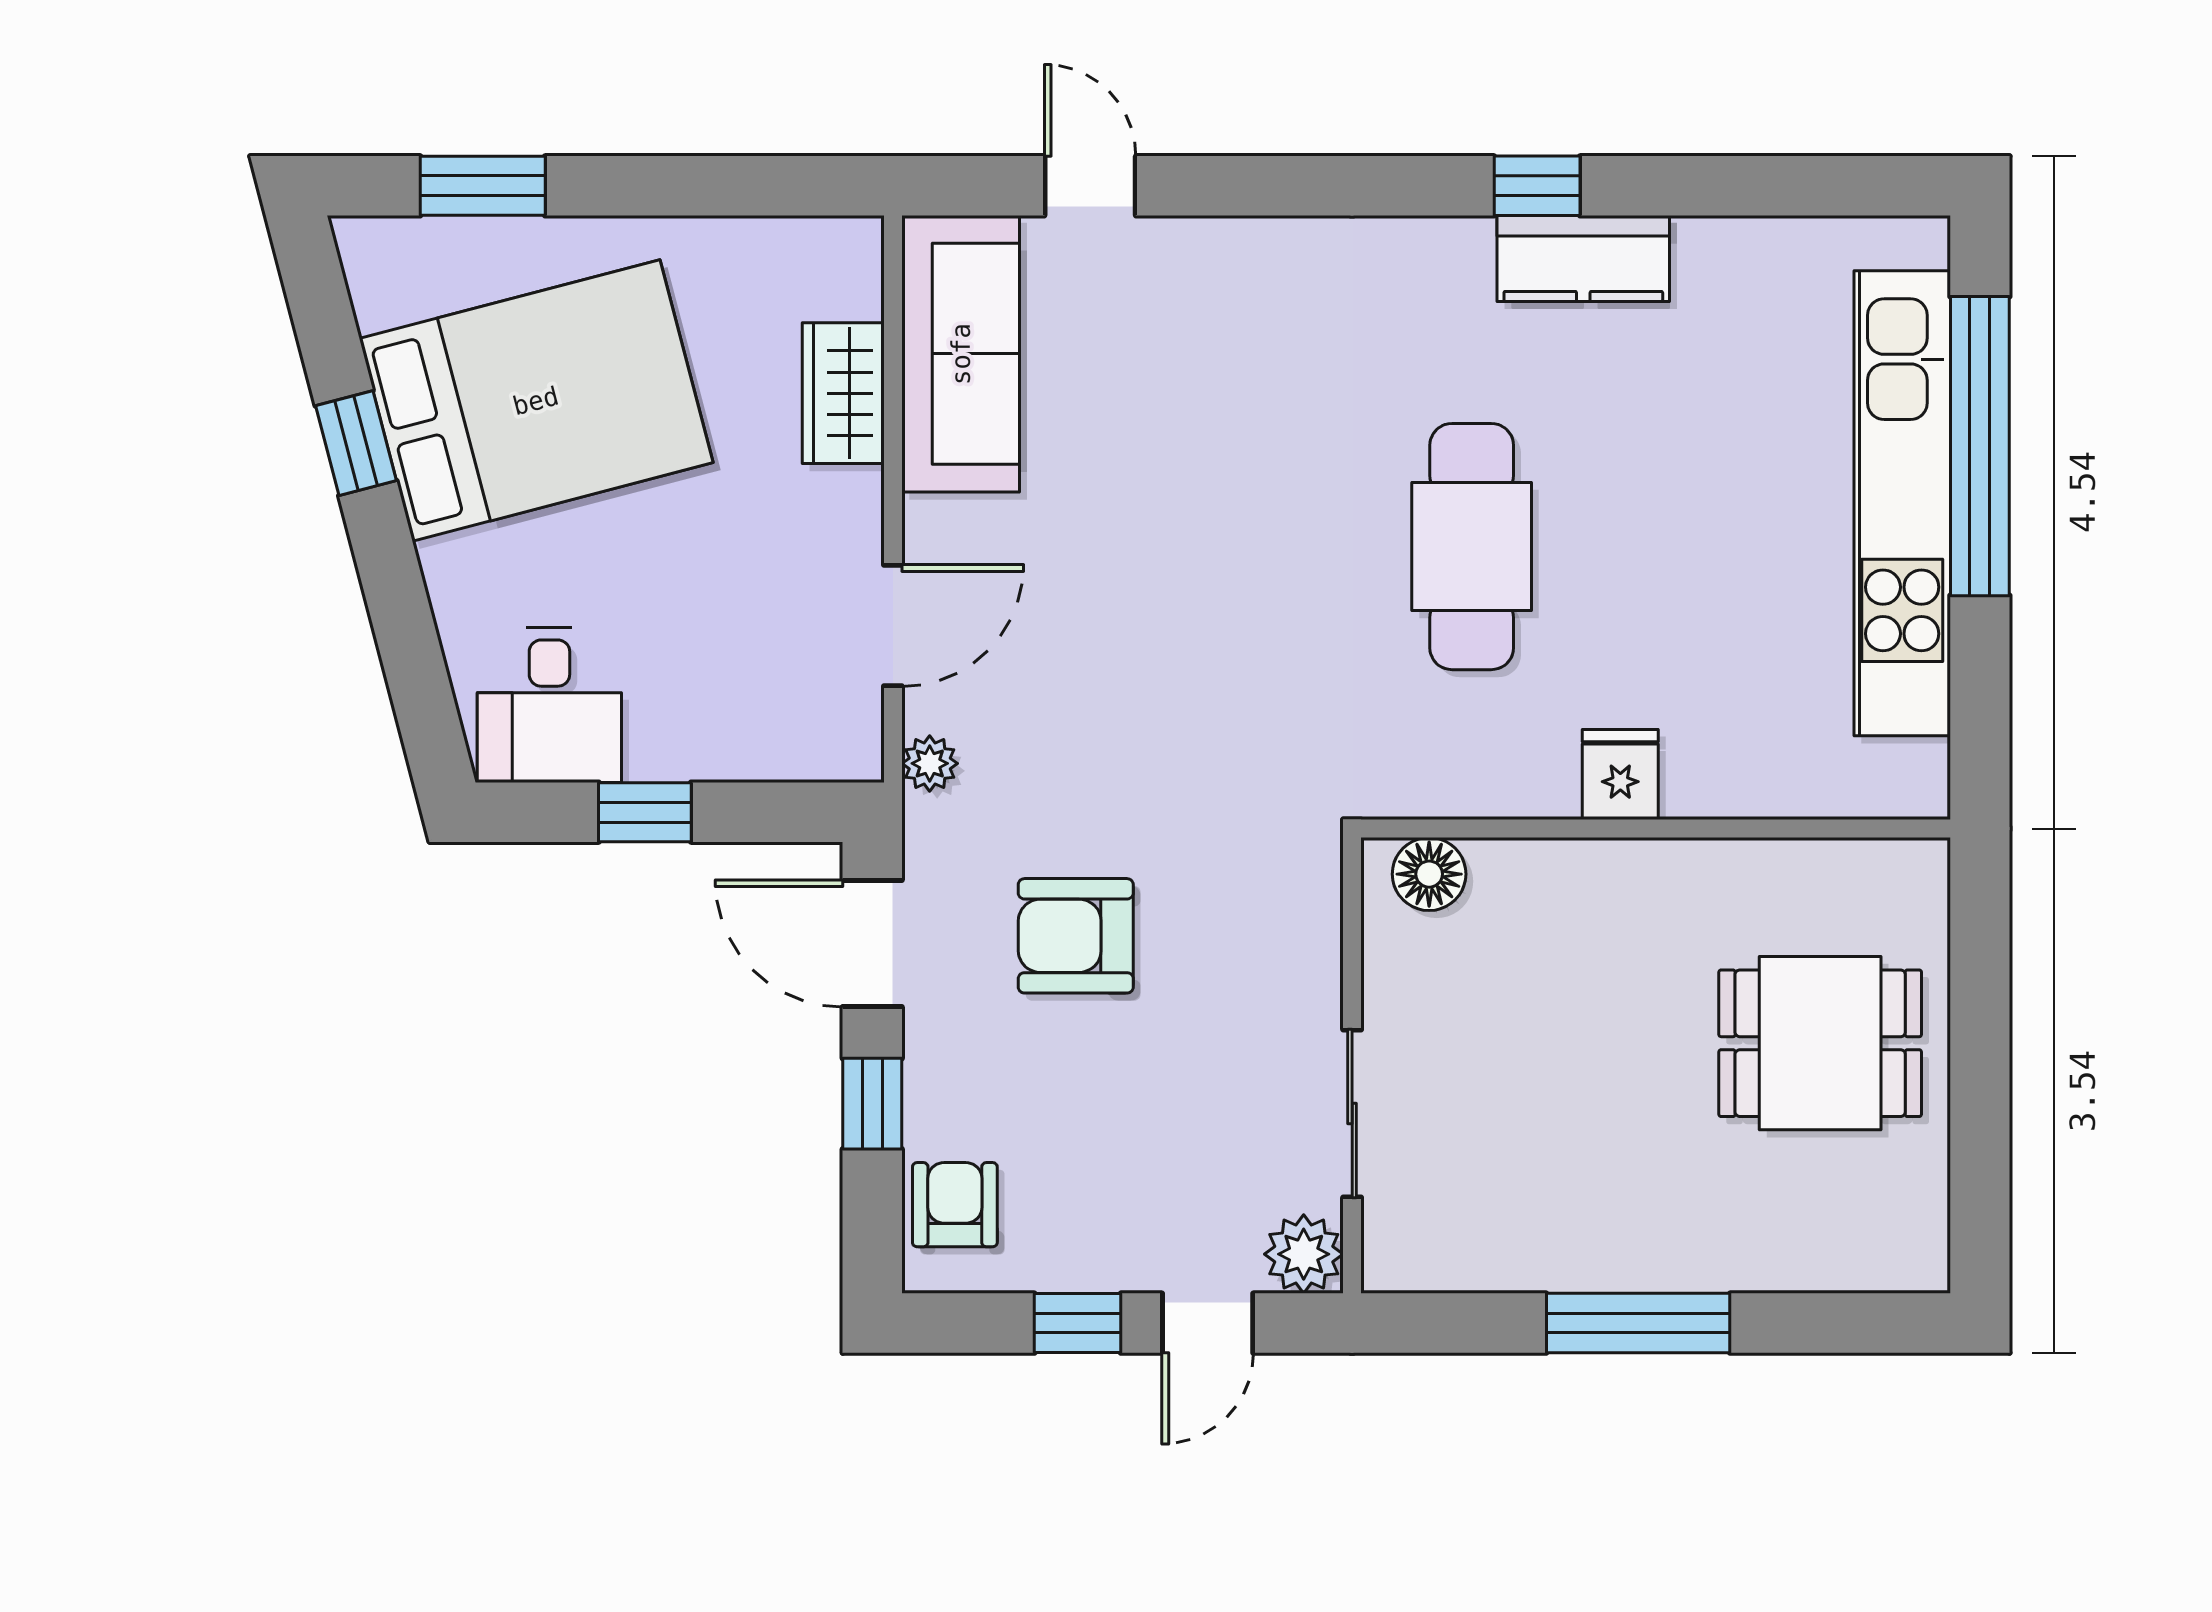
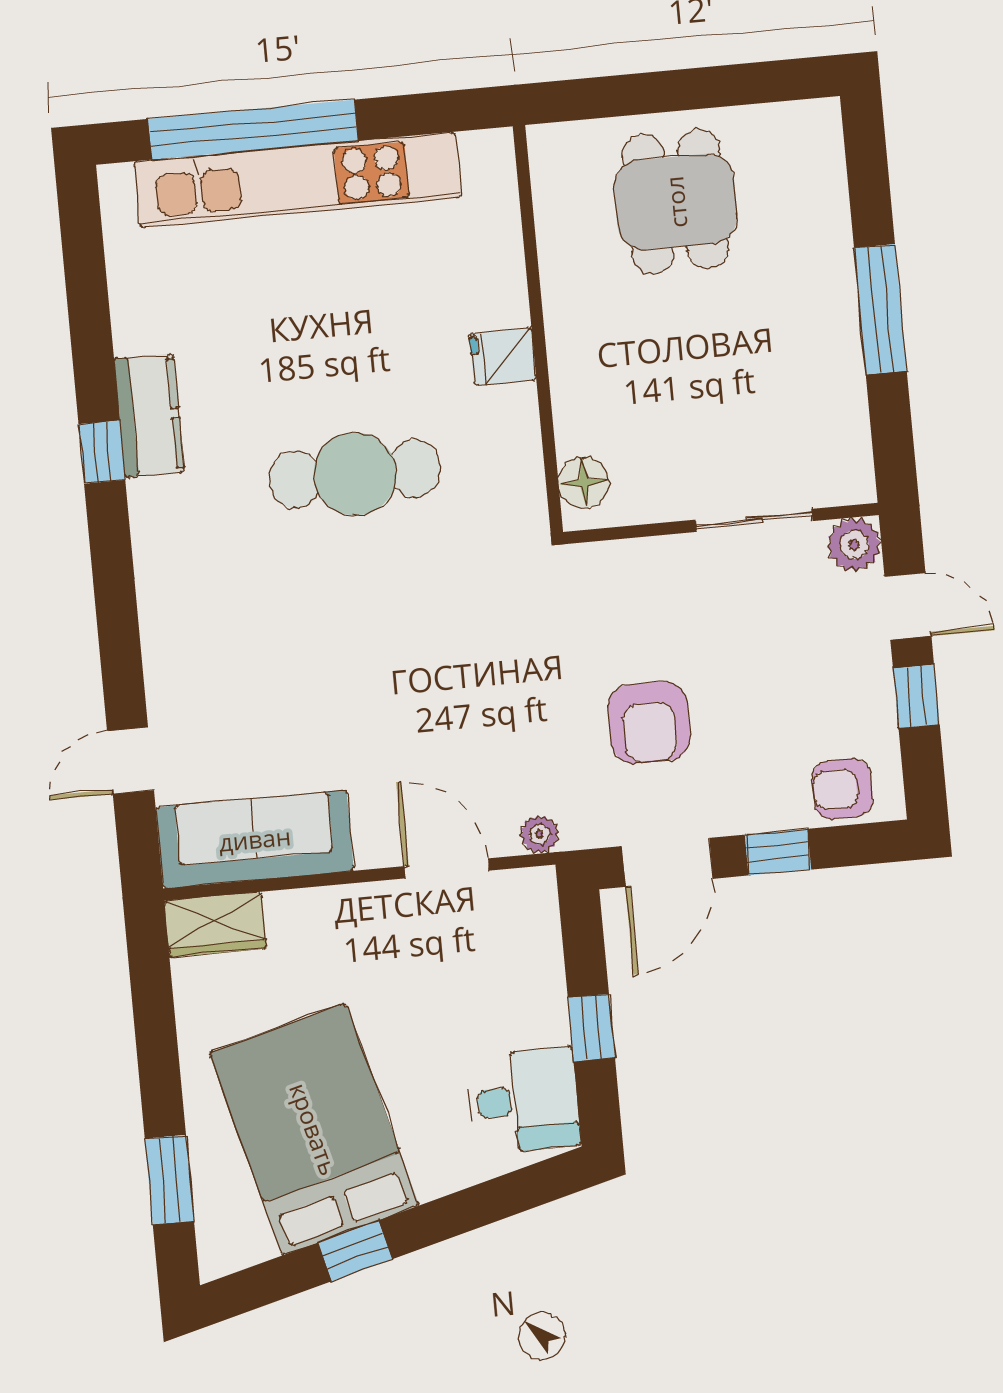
wardrobe: (843, 393) -> (215, 925), moved

